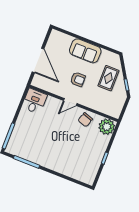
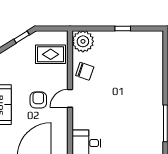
rug: (108, 78) -> (51, 54), moved
door: (70, 102) -> (70, 98), swing flipped

